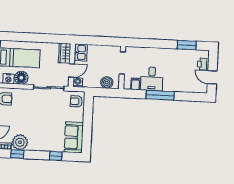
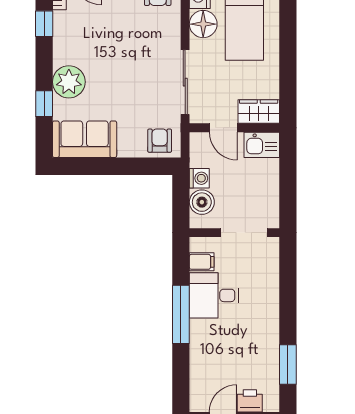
washing machine: (78, 82) -> (199, 178), moved
plant: (20, 142) -> (69, 82), moved

